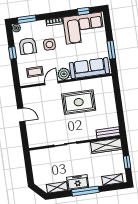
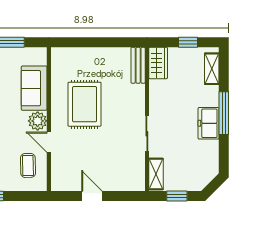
sofa: (89, 68) -> (34, 88), width x0.73
door: (21, 115) -> (92, 196), hinge flipped
wardrobe: (106, 146) -> (158, 63), width x0.67
window: (29, 169) -> (177, 196), added
shelving: (57, 187) -> (156, 174), moved

